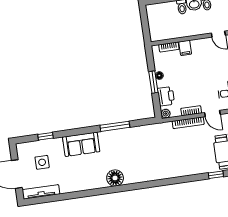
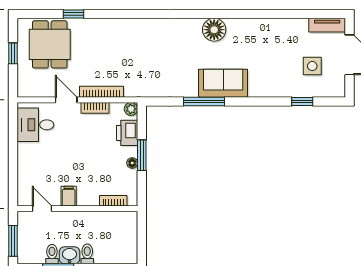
filing cabinet: (185, 48) -> (69, 196), moved
sofa: (81, 144) -> (223, 83), moved
tv unit: (41, 192) -> (327, 25), width x0.71

